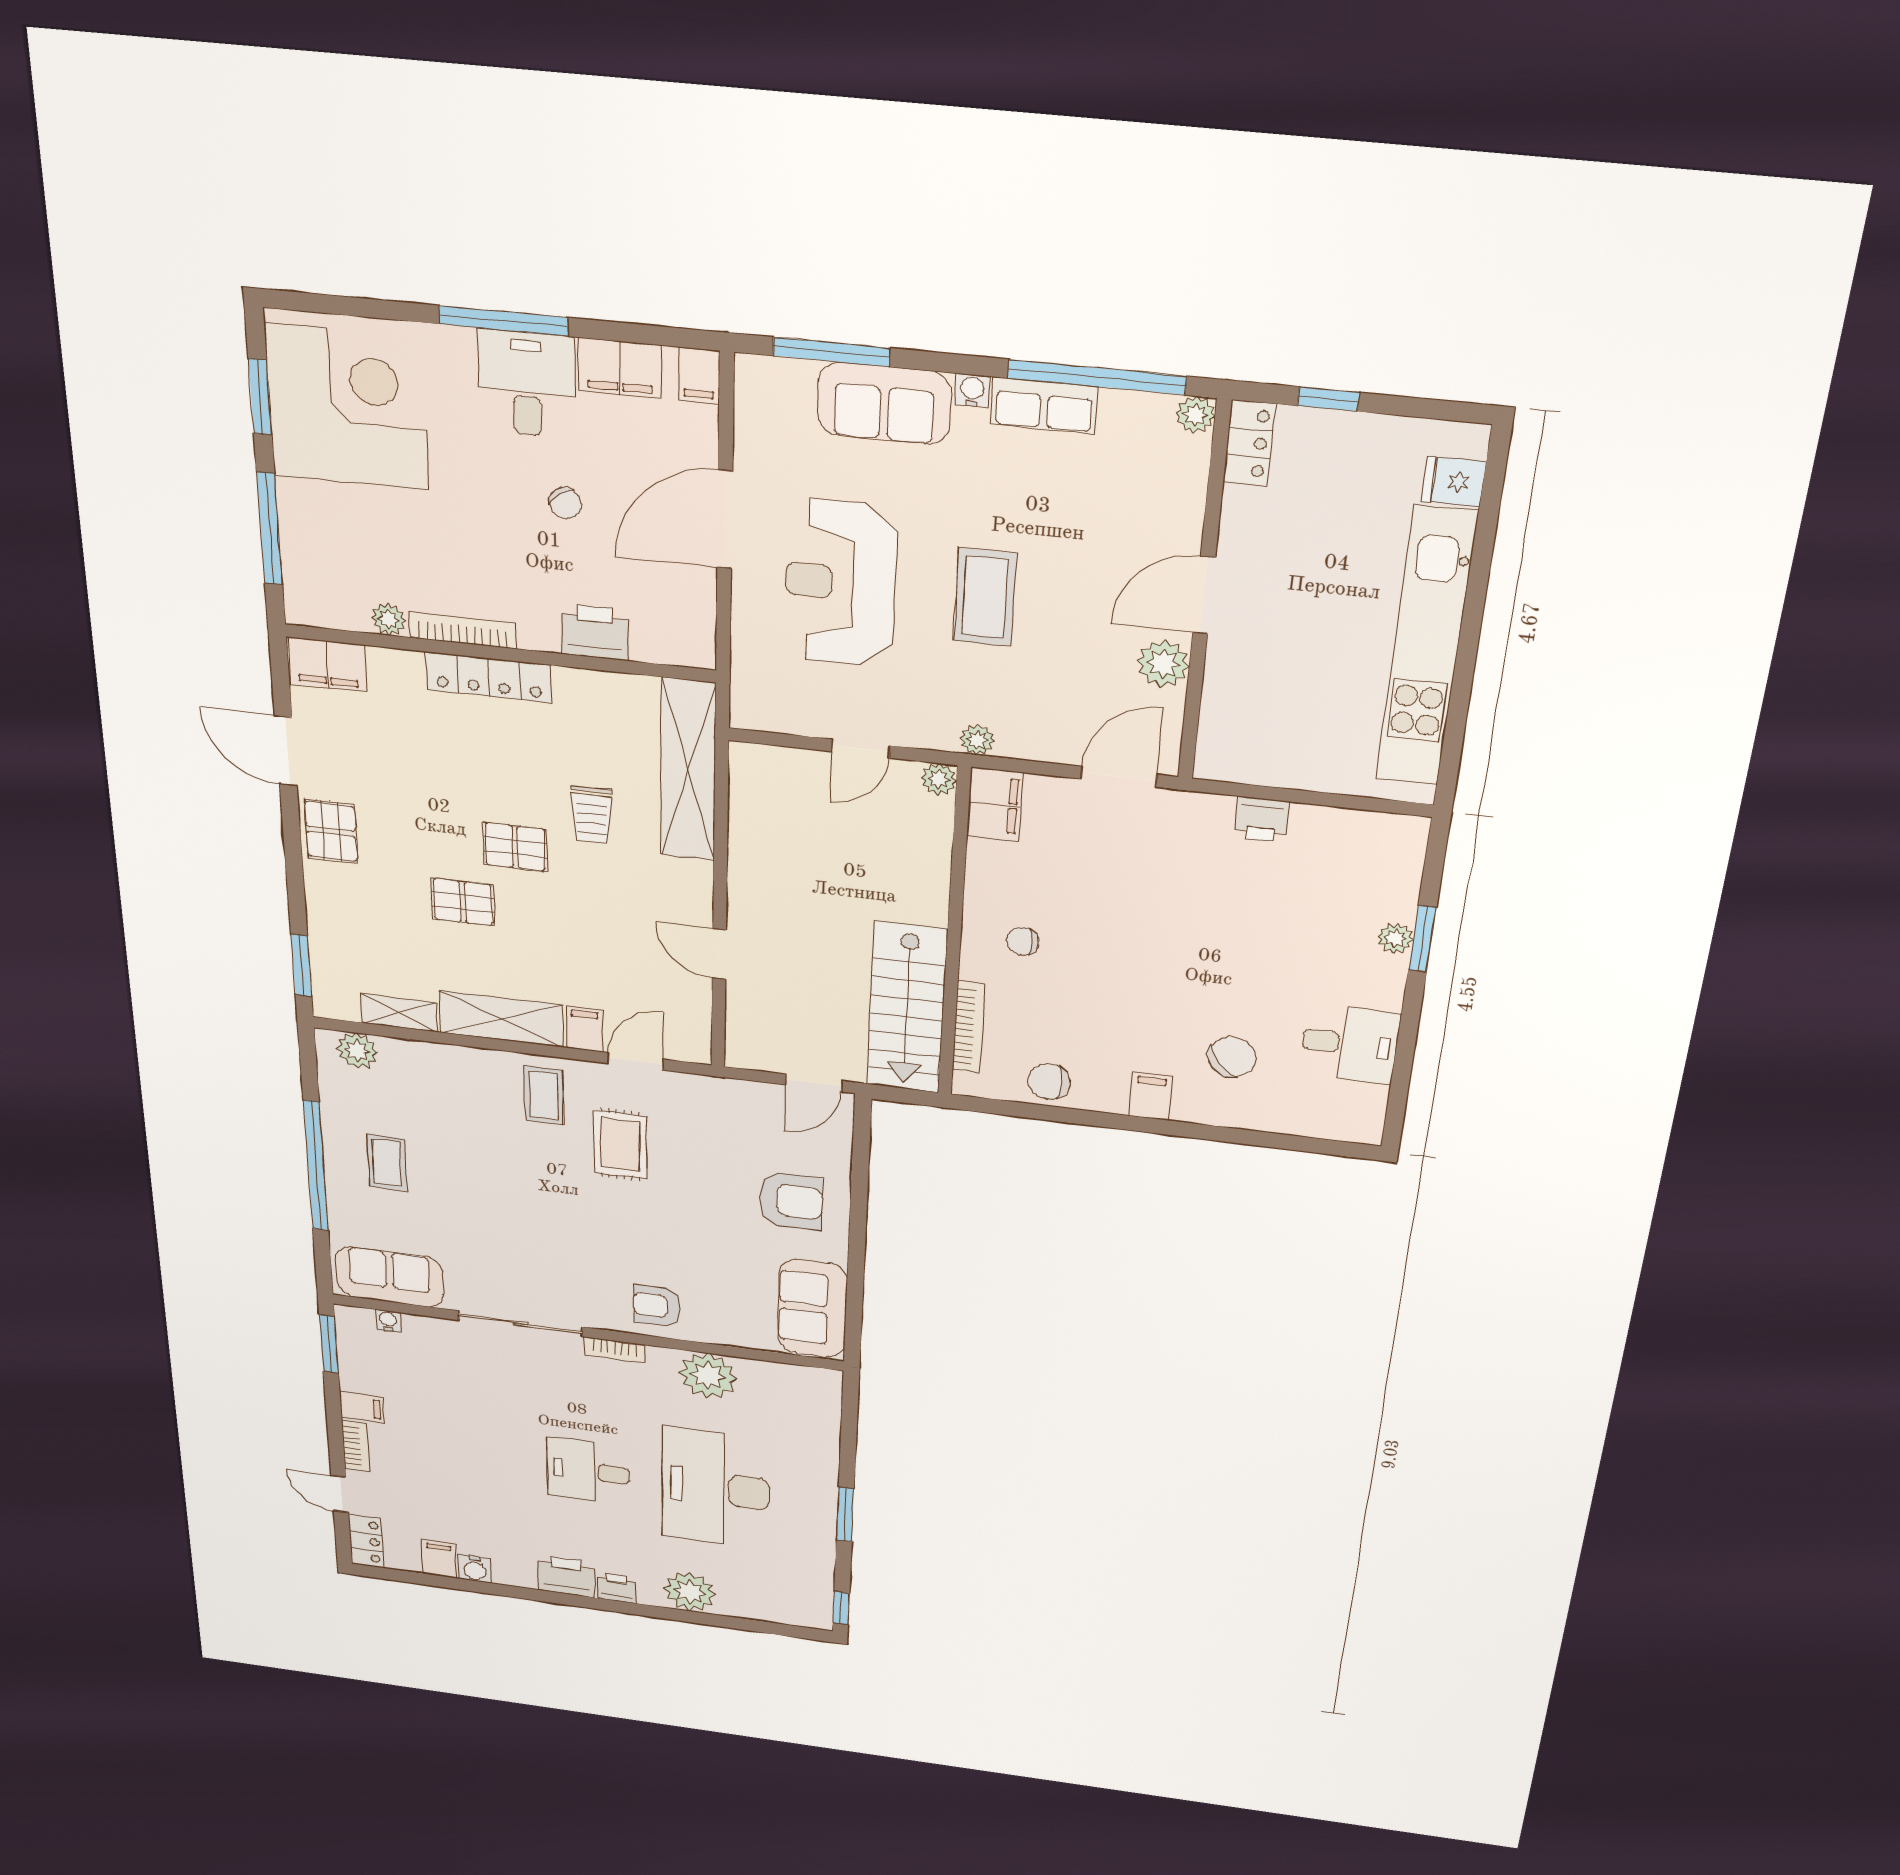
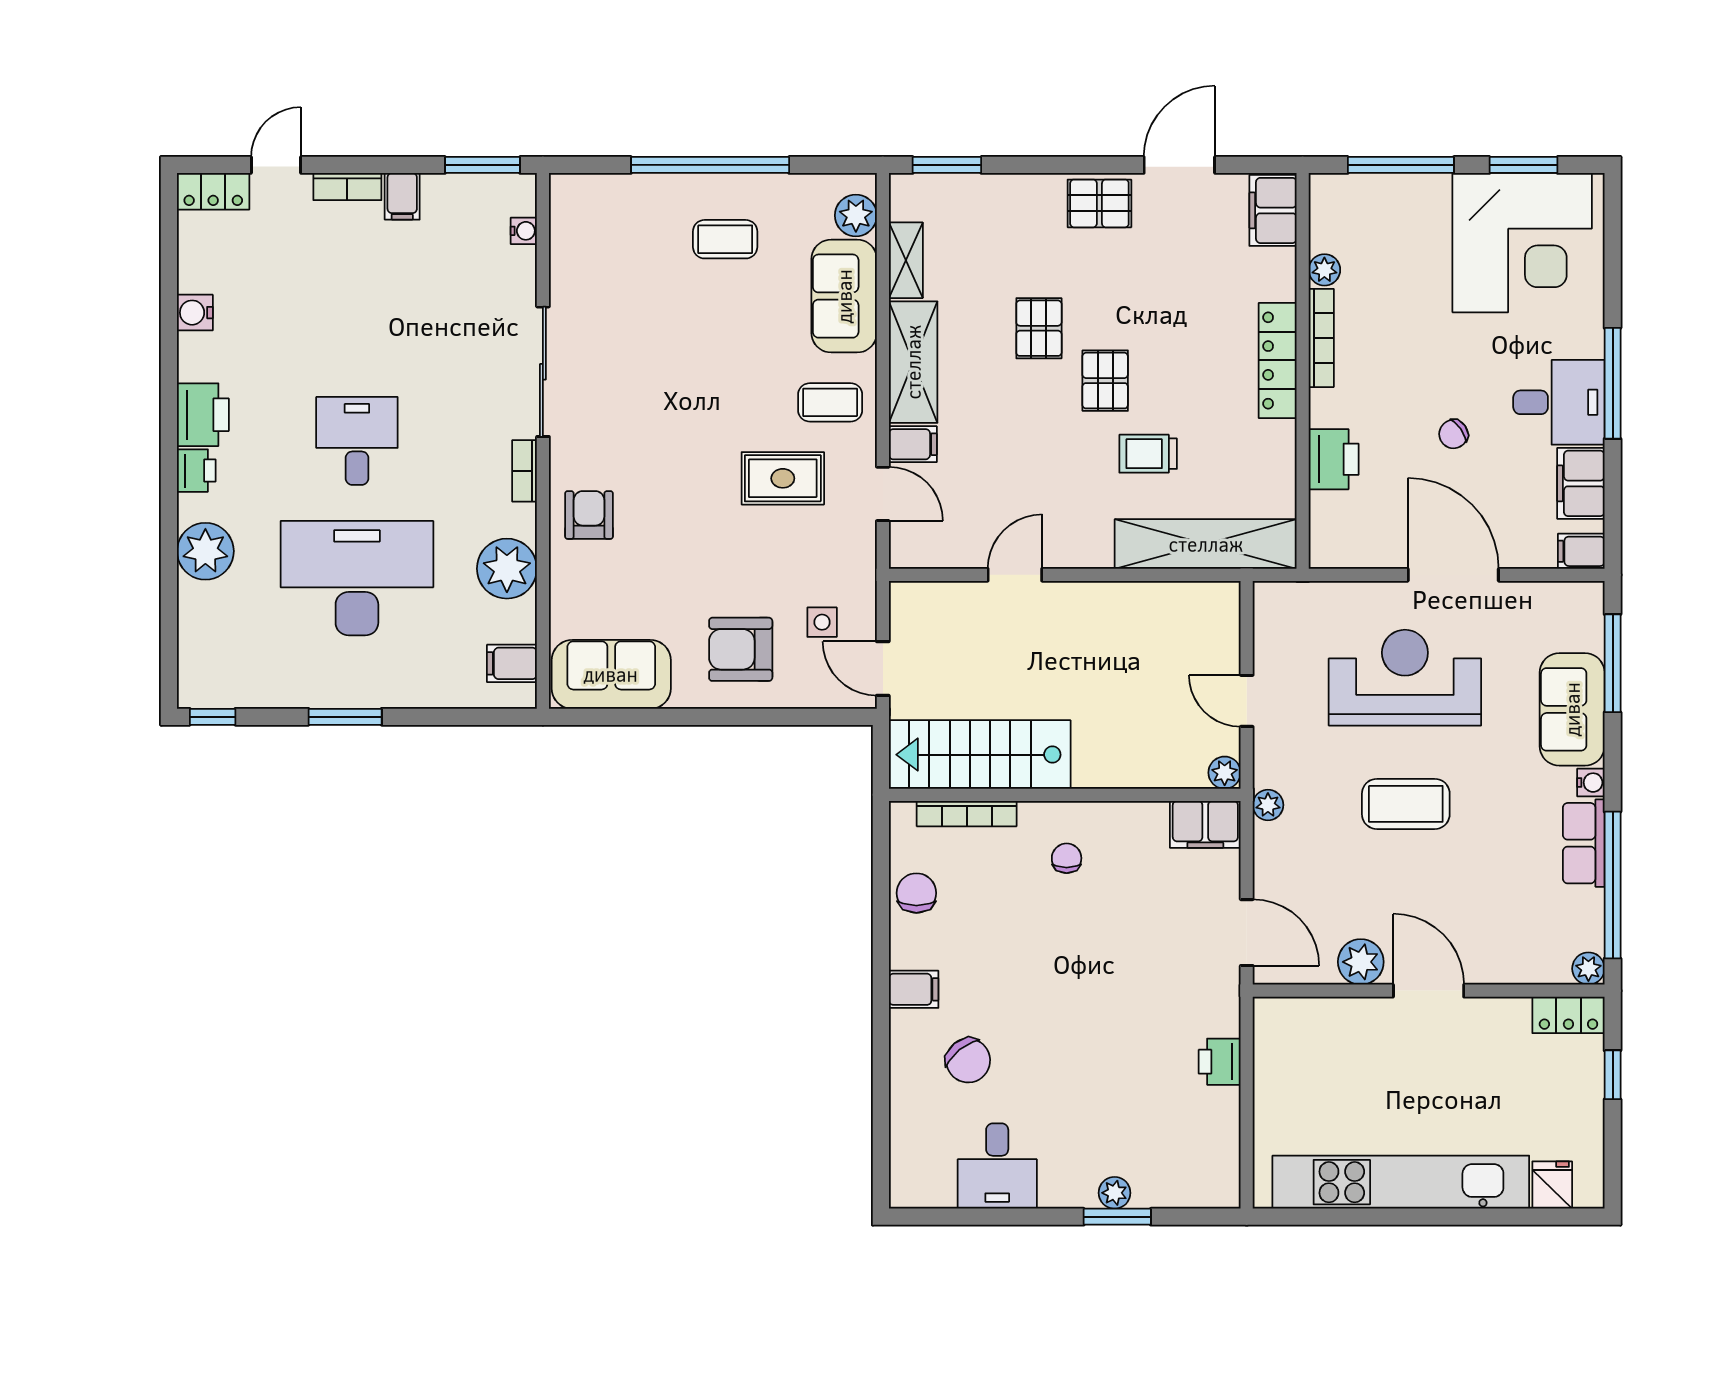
side table: (765, 1129) -> (822, 622), added
armchair: (791, 1201) -> (741, 649), turned 90
sofa: (390, 1277) -> (844, 296), moved, turned 180
filing cabinet: (439, 1559) -> (512, 663), moved, turned 180

